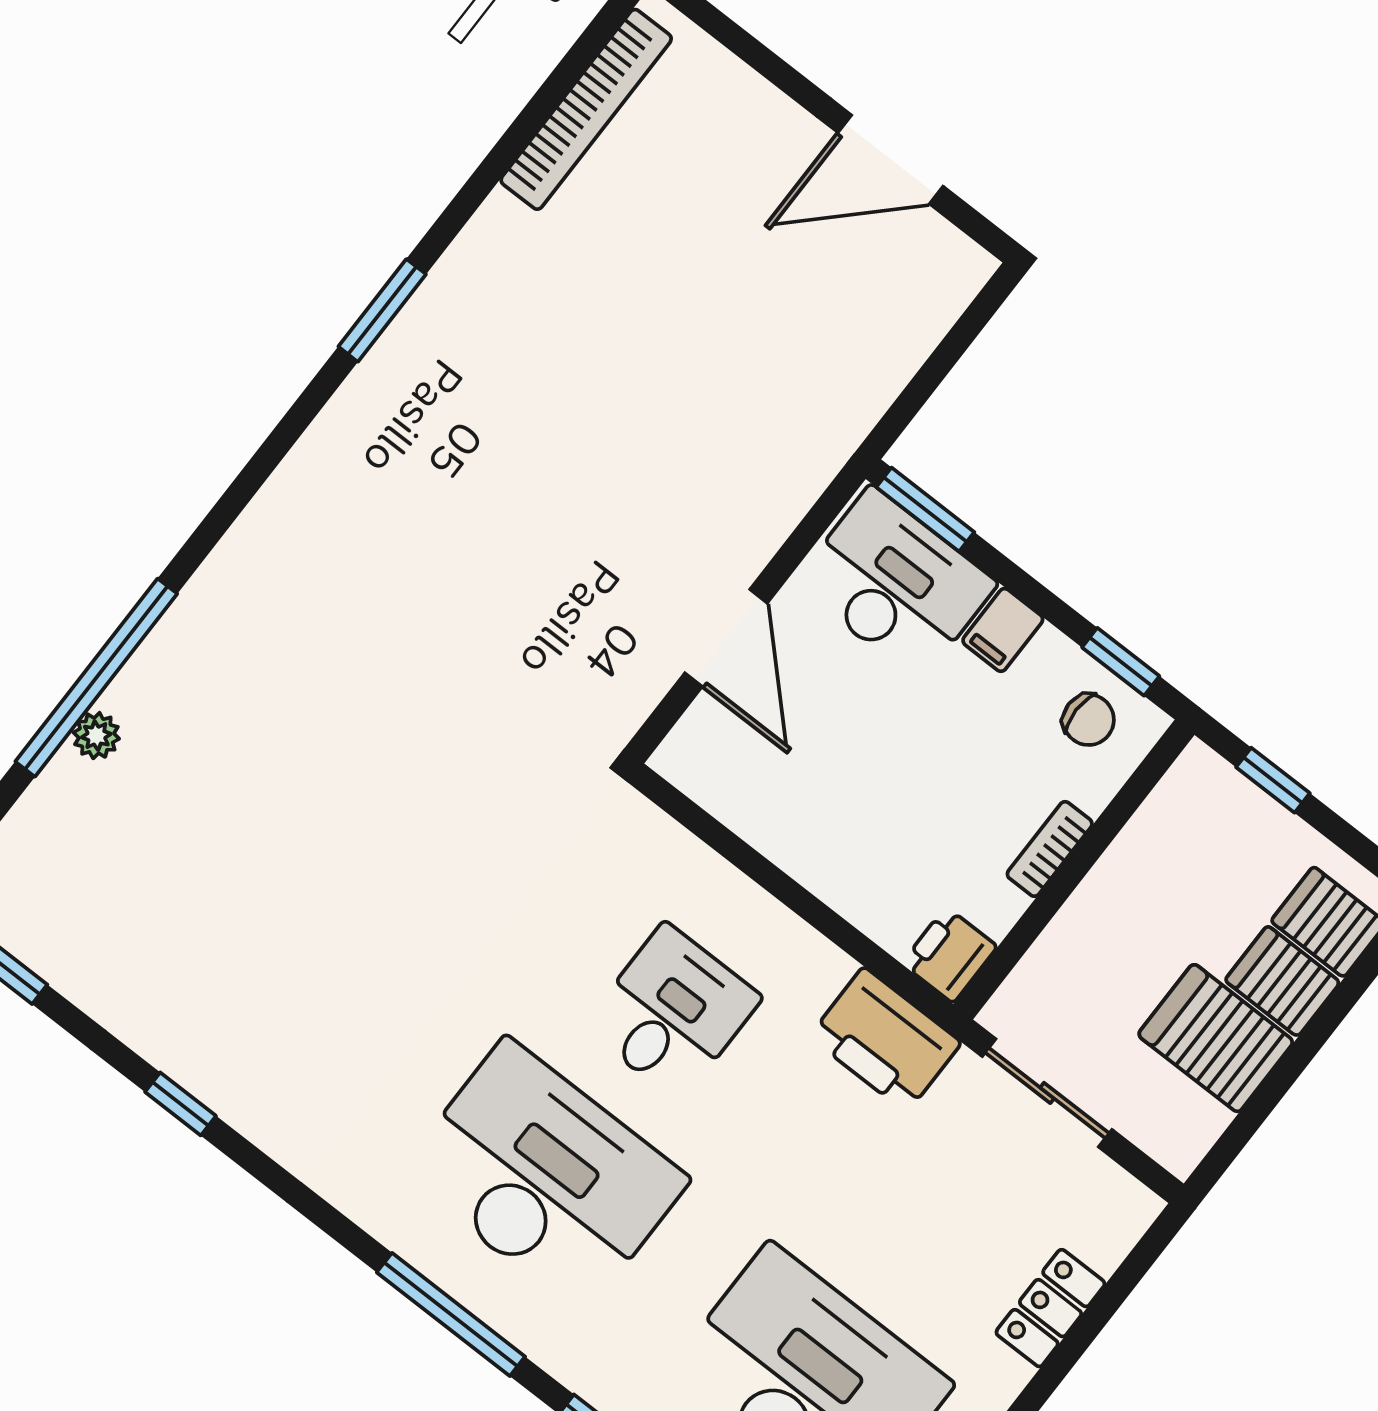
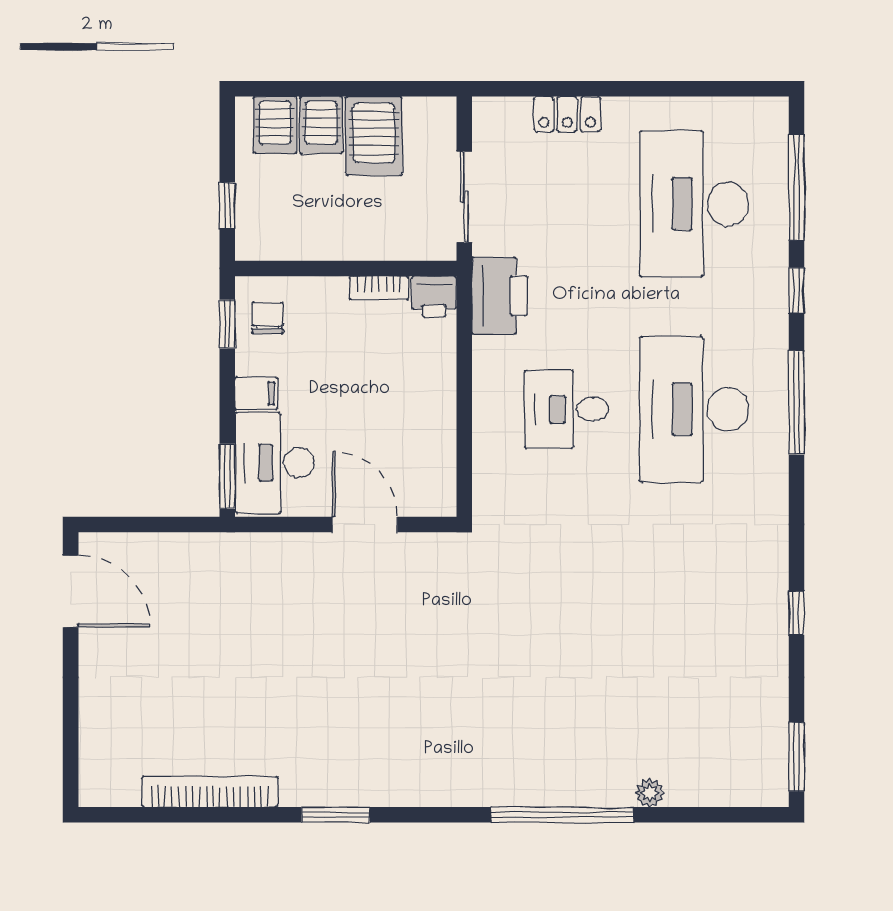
bookcase: (586, 109) -> (210, 792), moved
door: (891, 159) -> (71, 591), moved
door: (726, 638) -> (365, 524), hinge flipped
window: (96, 678) -> (562, 815), moved
bookcase: (1050, 849) -> (379, 288), moved

